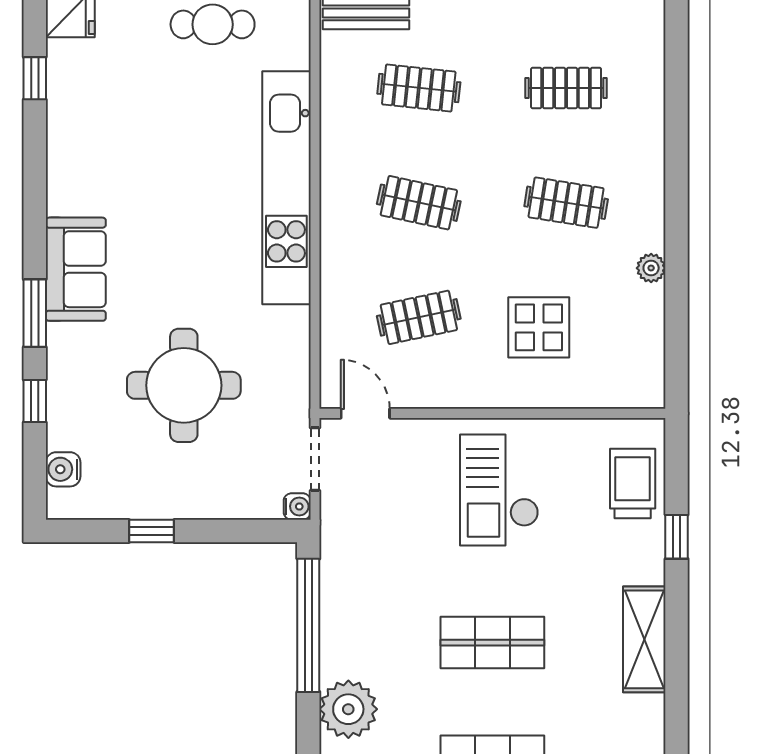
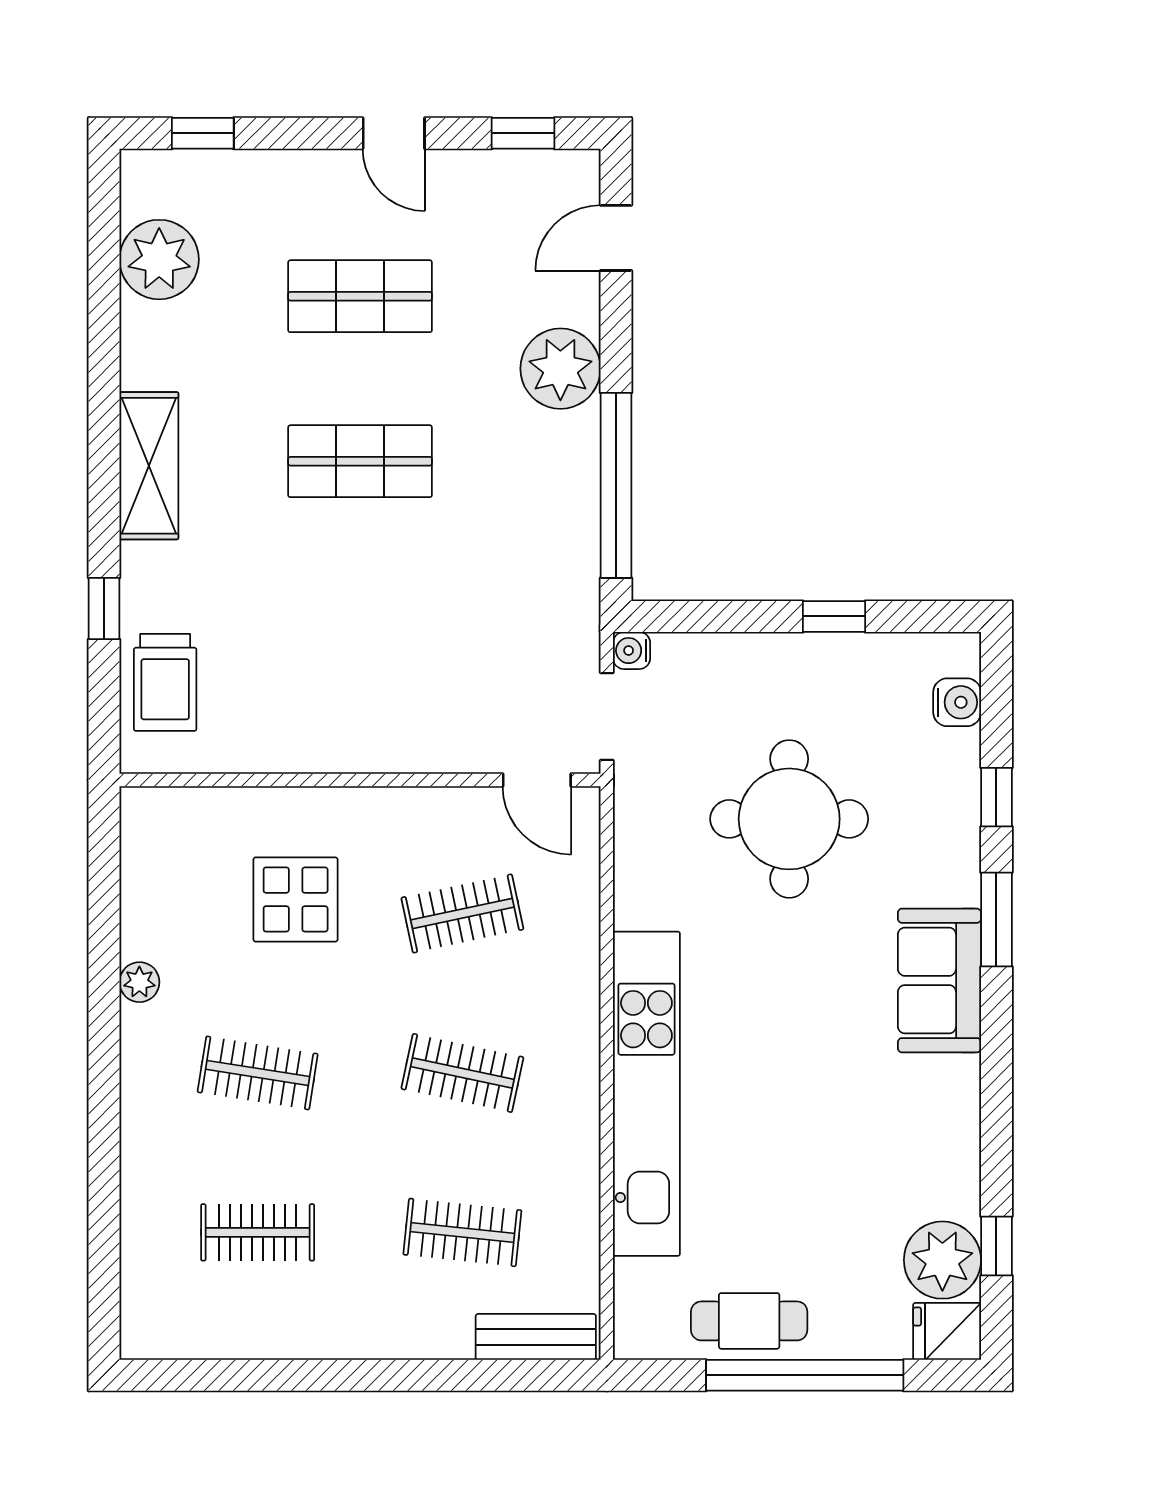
plant: (74, 68) -> (942, 1260), added
checkout: (499, 490) -> (351, 673), removed

